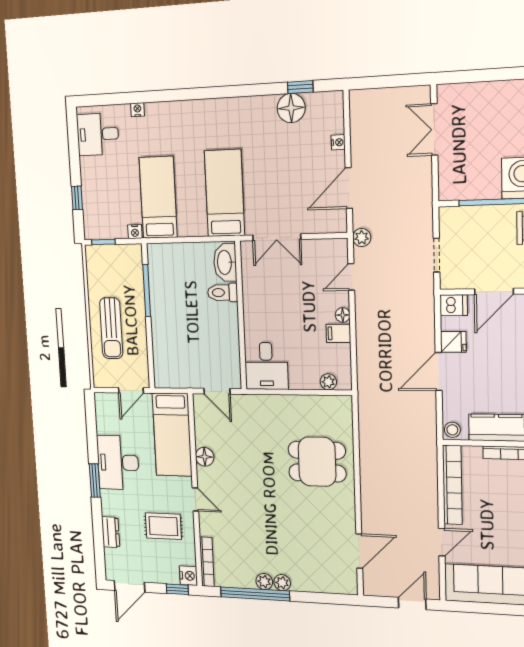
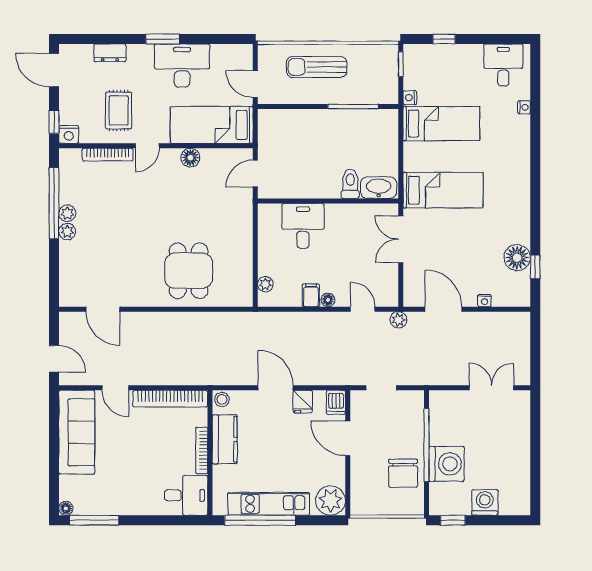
desk: (266, 366) -> (303, 226), moved, turned 90
bookcase: (207, 562) -> (108, 155), moved

